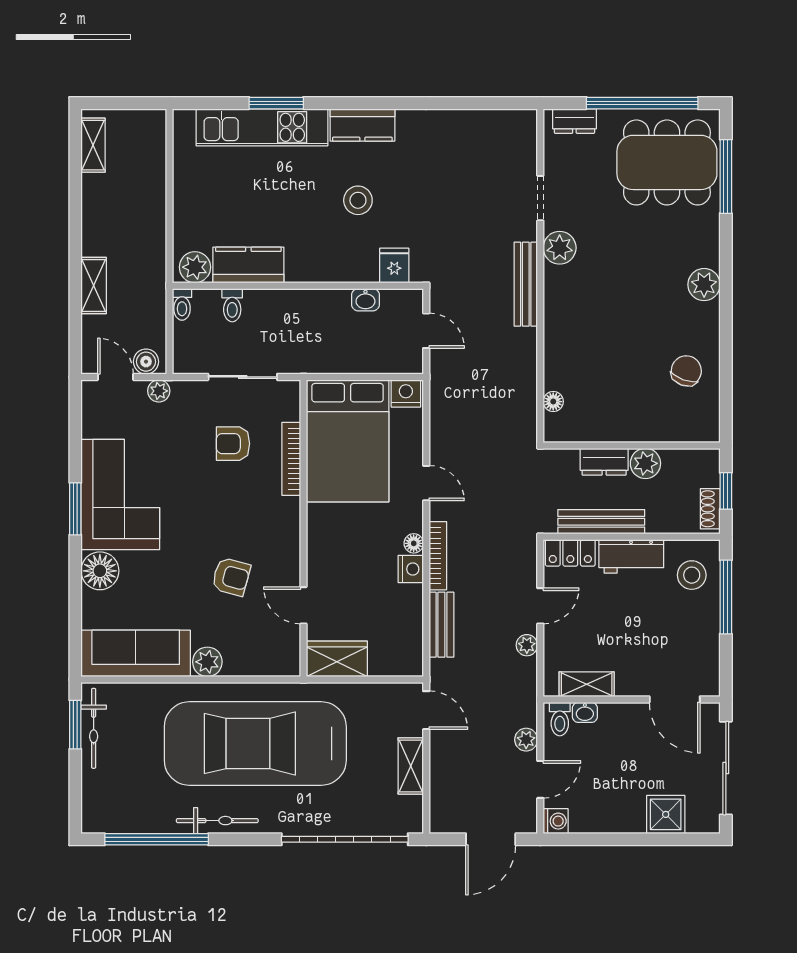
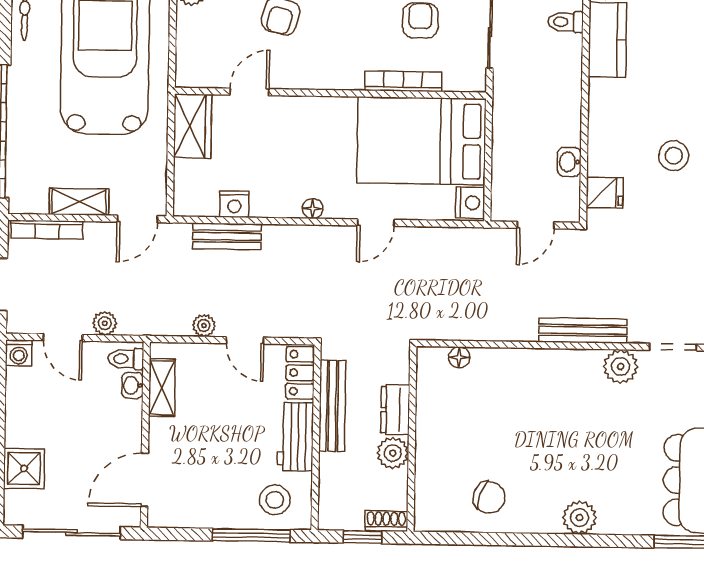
shoe rack: (710, 509) -> (386, 521), moved
bookcase: (438, 556) -> (47, 230), moved
nightstand: (411, 569) -> (234, 204), moved

